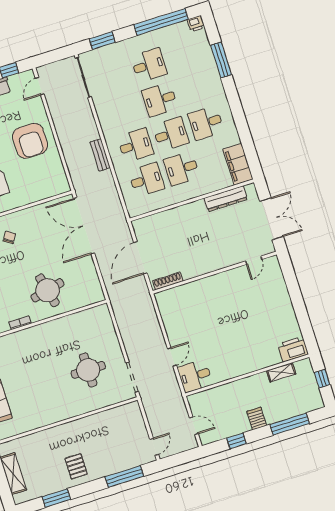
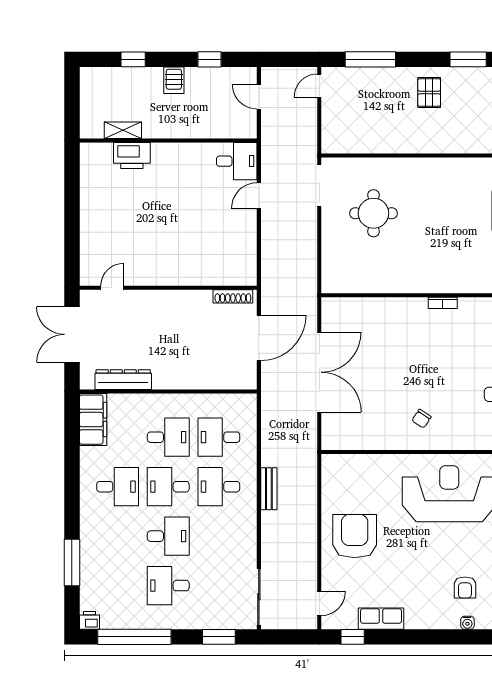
double door: (84, 226) -> (319, 372), moved
round table: (47, 290) -> (394, 334), removed
printer: (293, 349) -> (132, 156), moved
window: (322, 379) -> (72, 105), removed
window: (290, 424) -> (133, 59), width x0.46

